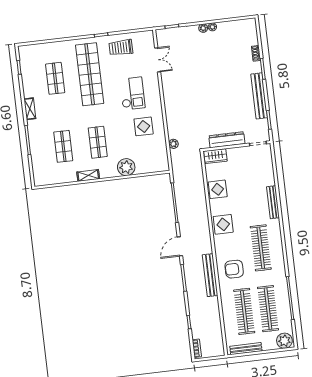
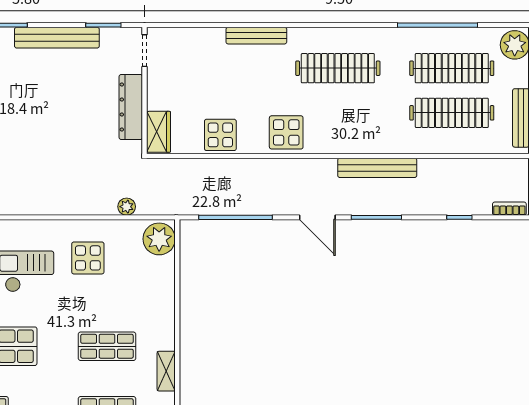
plant: (126, 167) -> (159, 239), moved
armchair: (234, 269) -> (371, 122), removed

